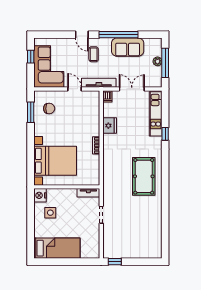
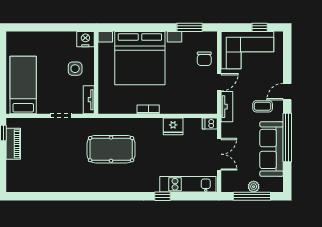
sofa: (128, 47) -> (272, 149), width x1.36
tv unit: (99, 83) -> (227, 107), width x0.71
chair: (49, 109) -> (204, 59), moved
bed with nightstands: (55, 161) -> (140, 58), width x1.36
pool table: (144, 176) -> (111, 149), moved
side table: (50, 213) -> (75, 69), moved
bed: (57, 248) -> (23, 85), moved, turned 180
piano: (123, 253) -> (13, 144), added

